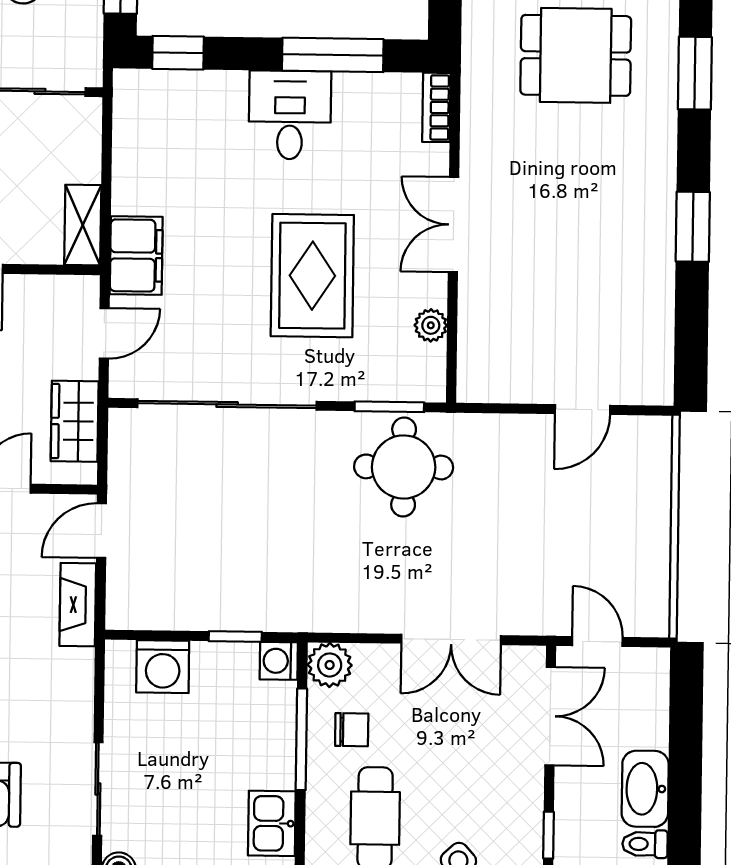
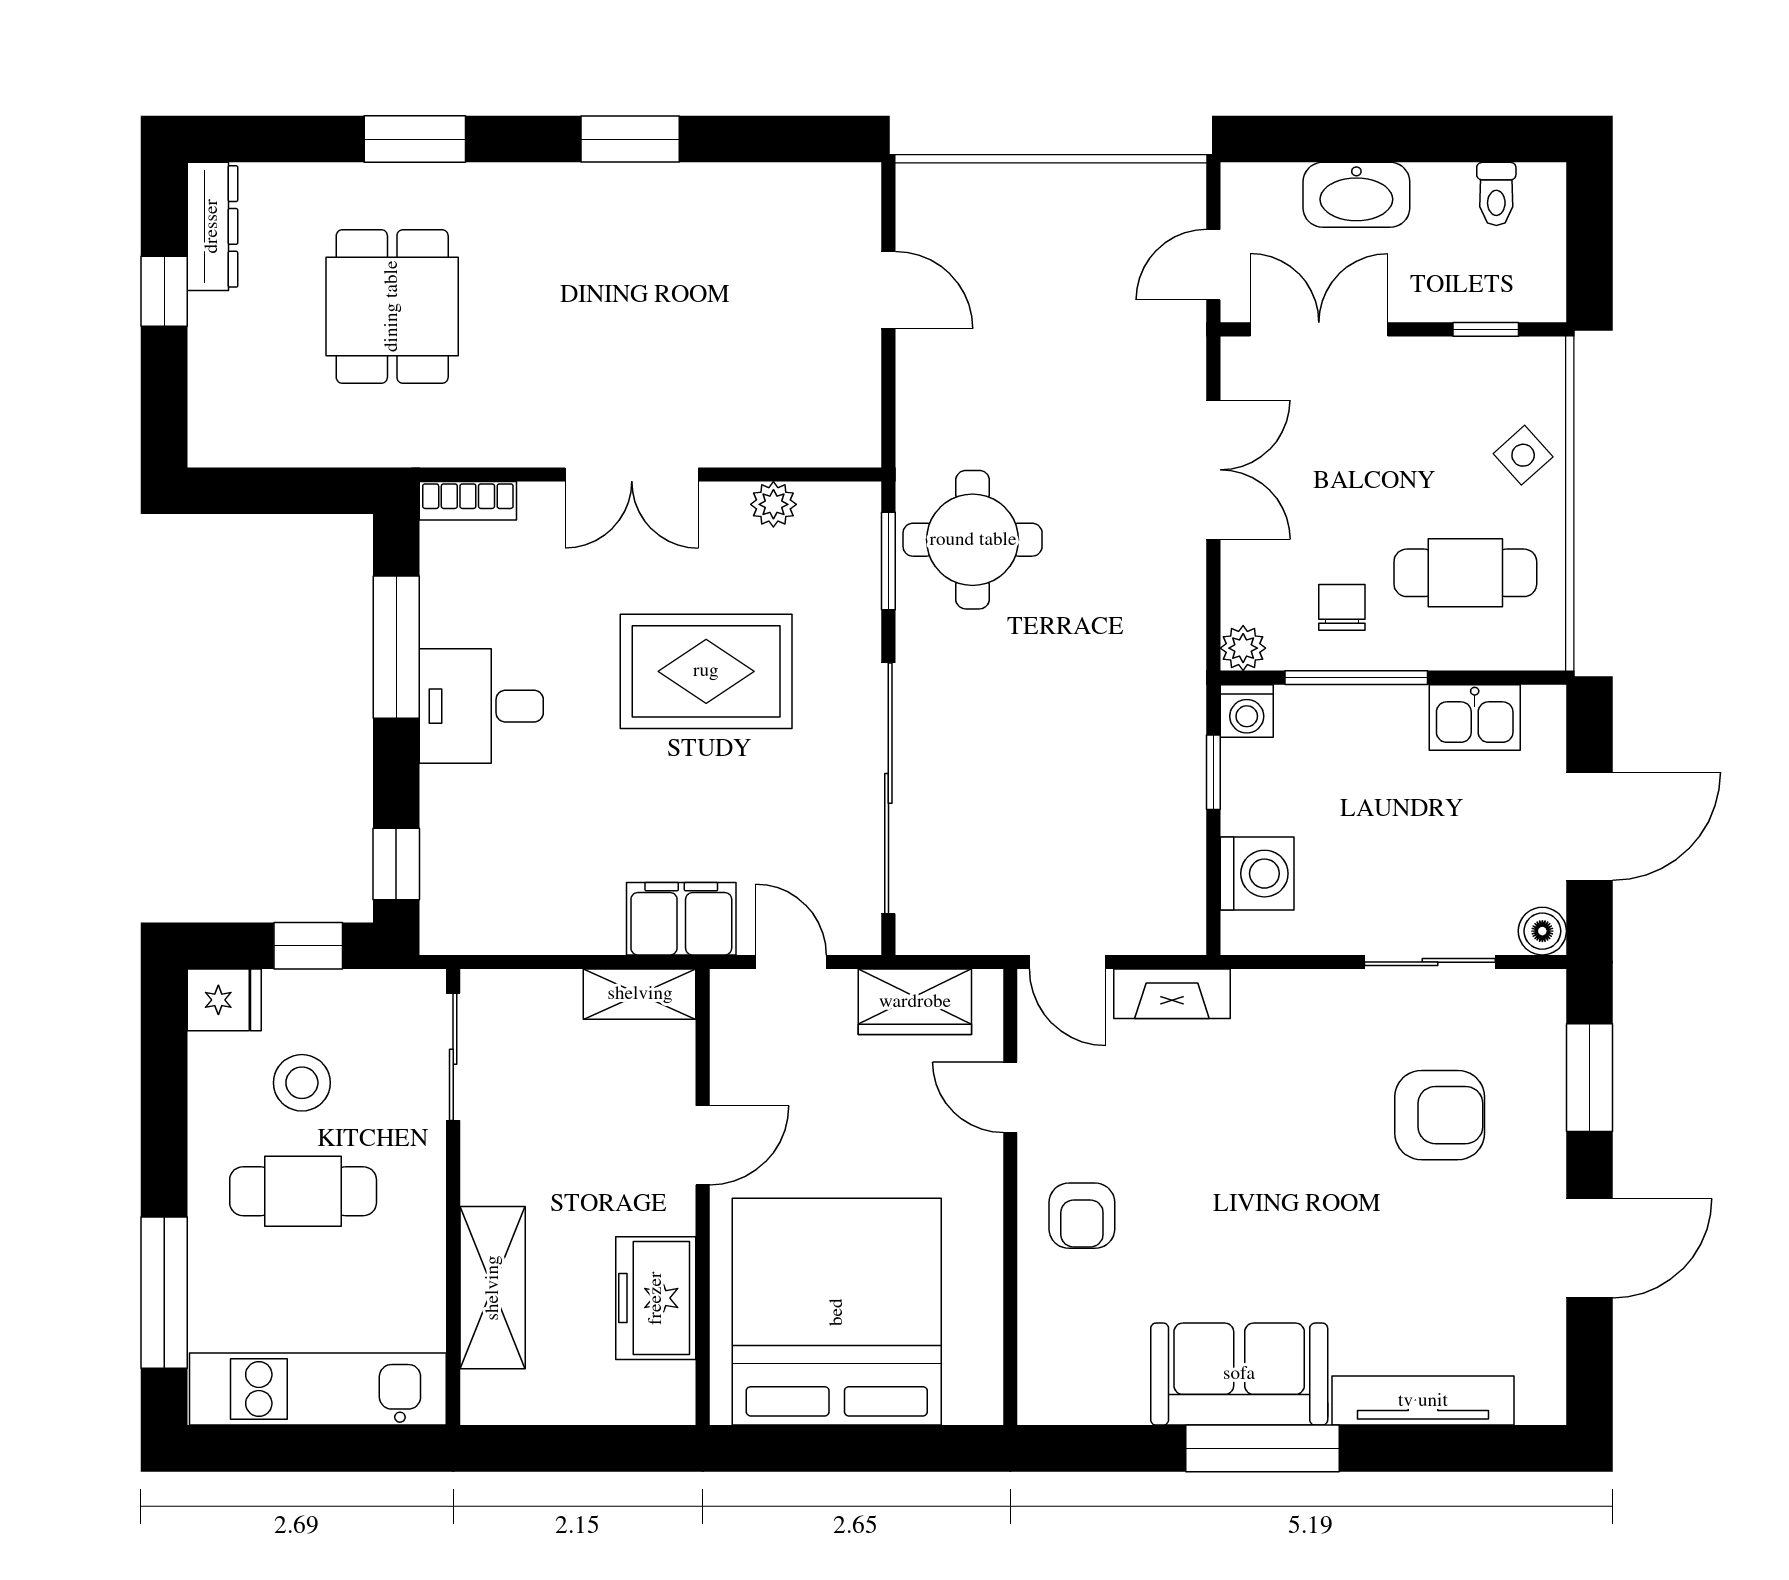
plant: (330, 665) -> (1243, 648), width x0.73, depth x0.73
washbasin: (645, 789) -> (1356, 195), moved

